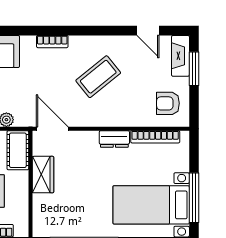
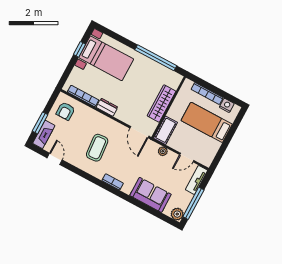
coffee table: (98, 77) -> (97, 148), turned -56
armchair: (168, 103) -> (66, 111), turned 90
wardrobe: (43, 175) -> (161, 104), width x1.50
window: (194, 198) -> (80, 49), width x0.46

